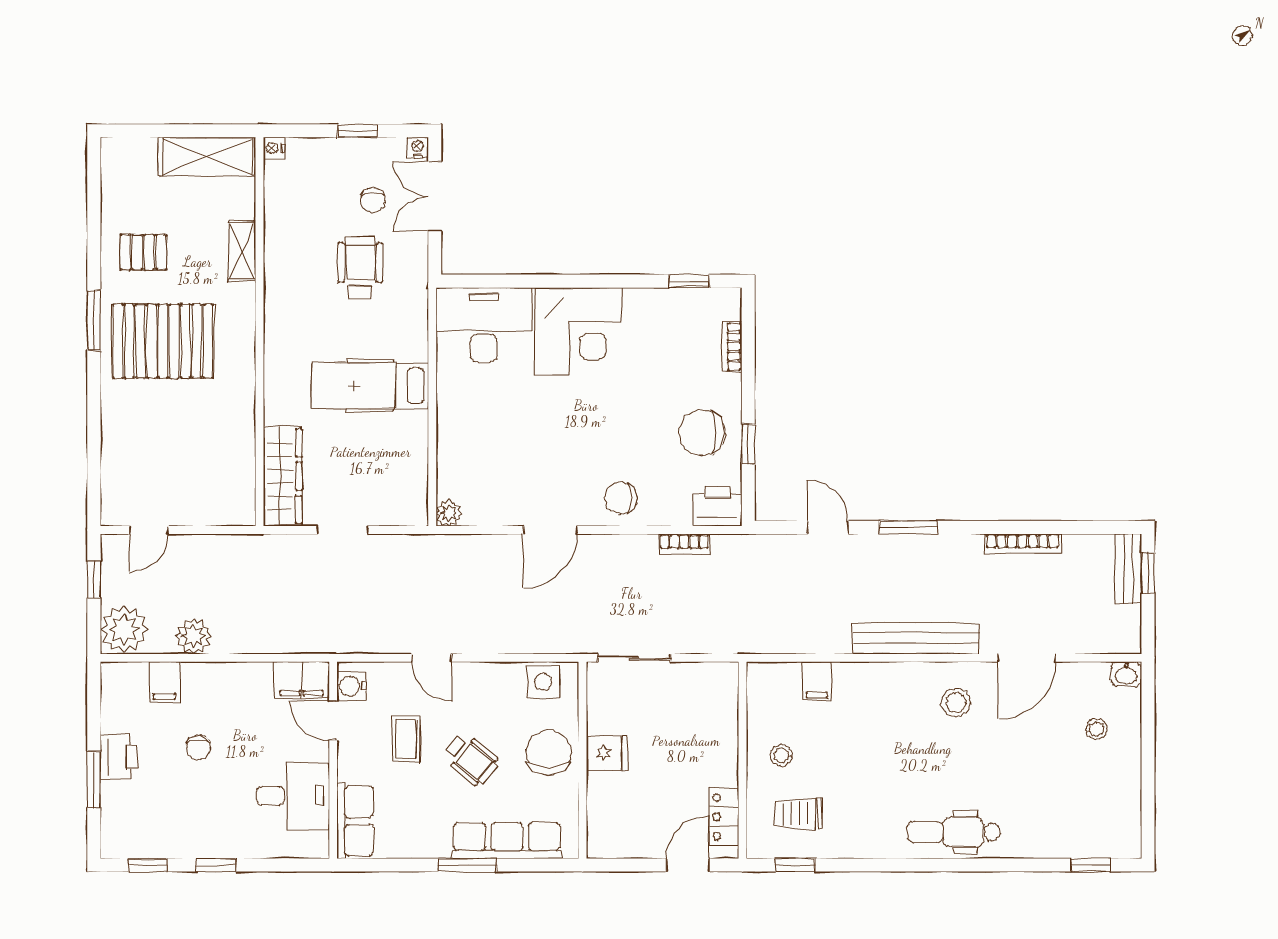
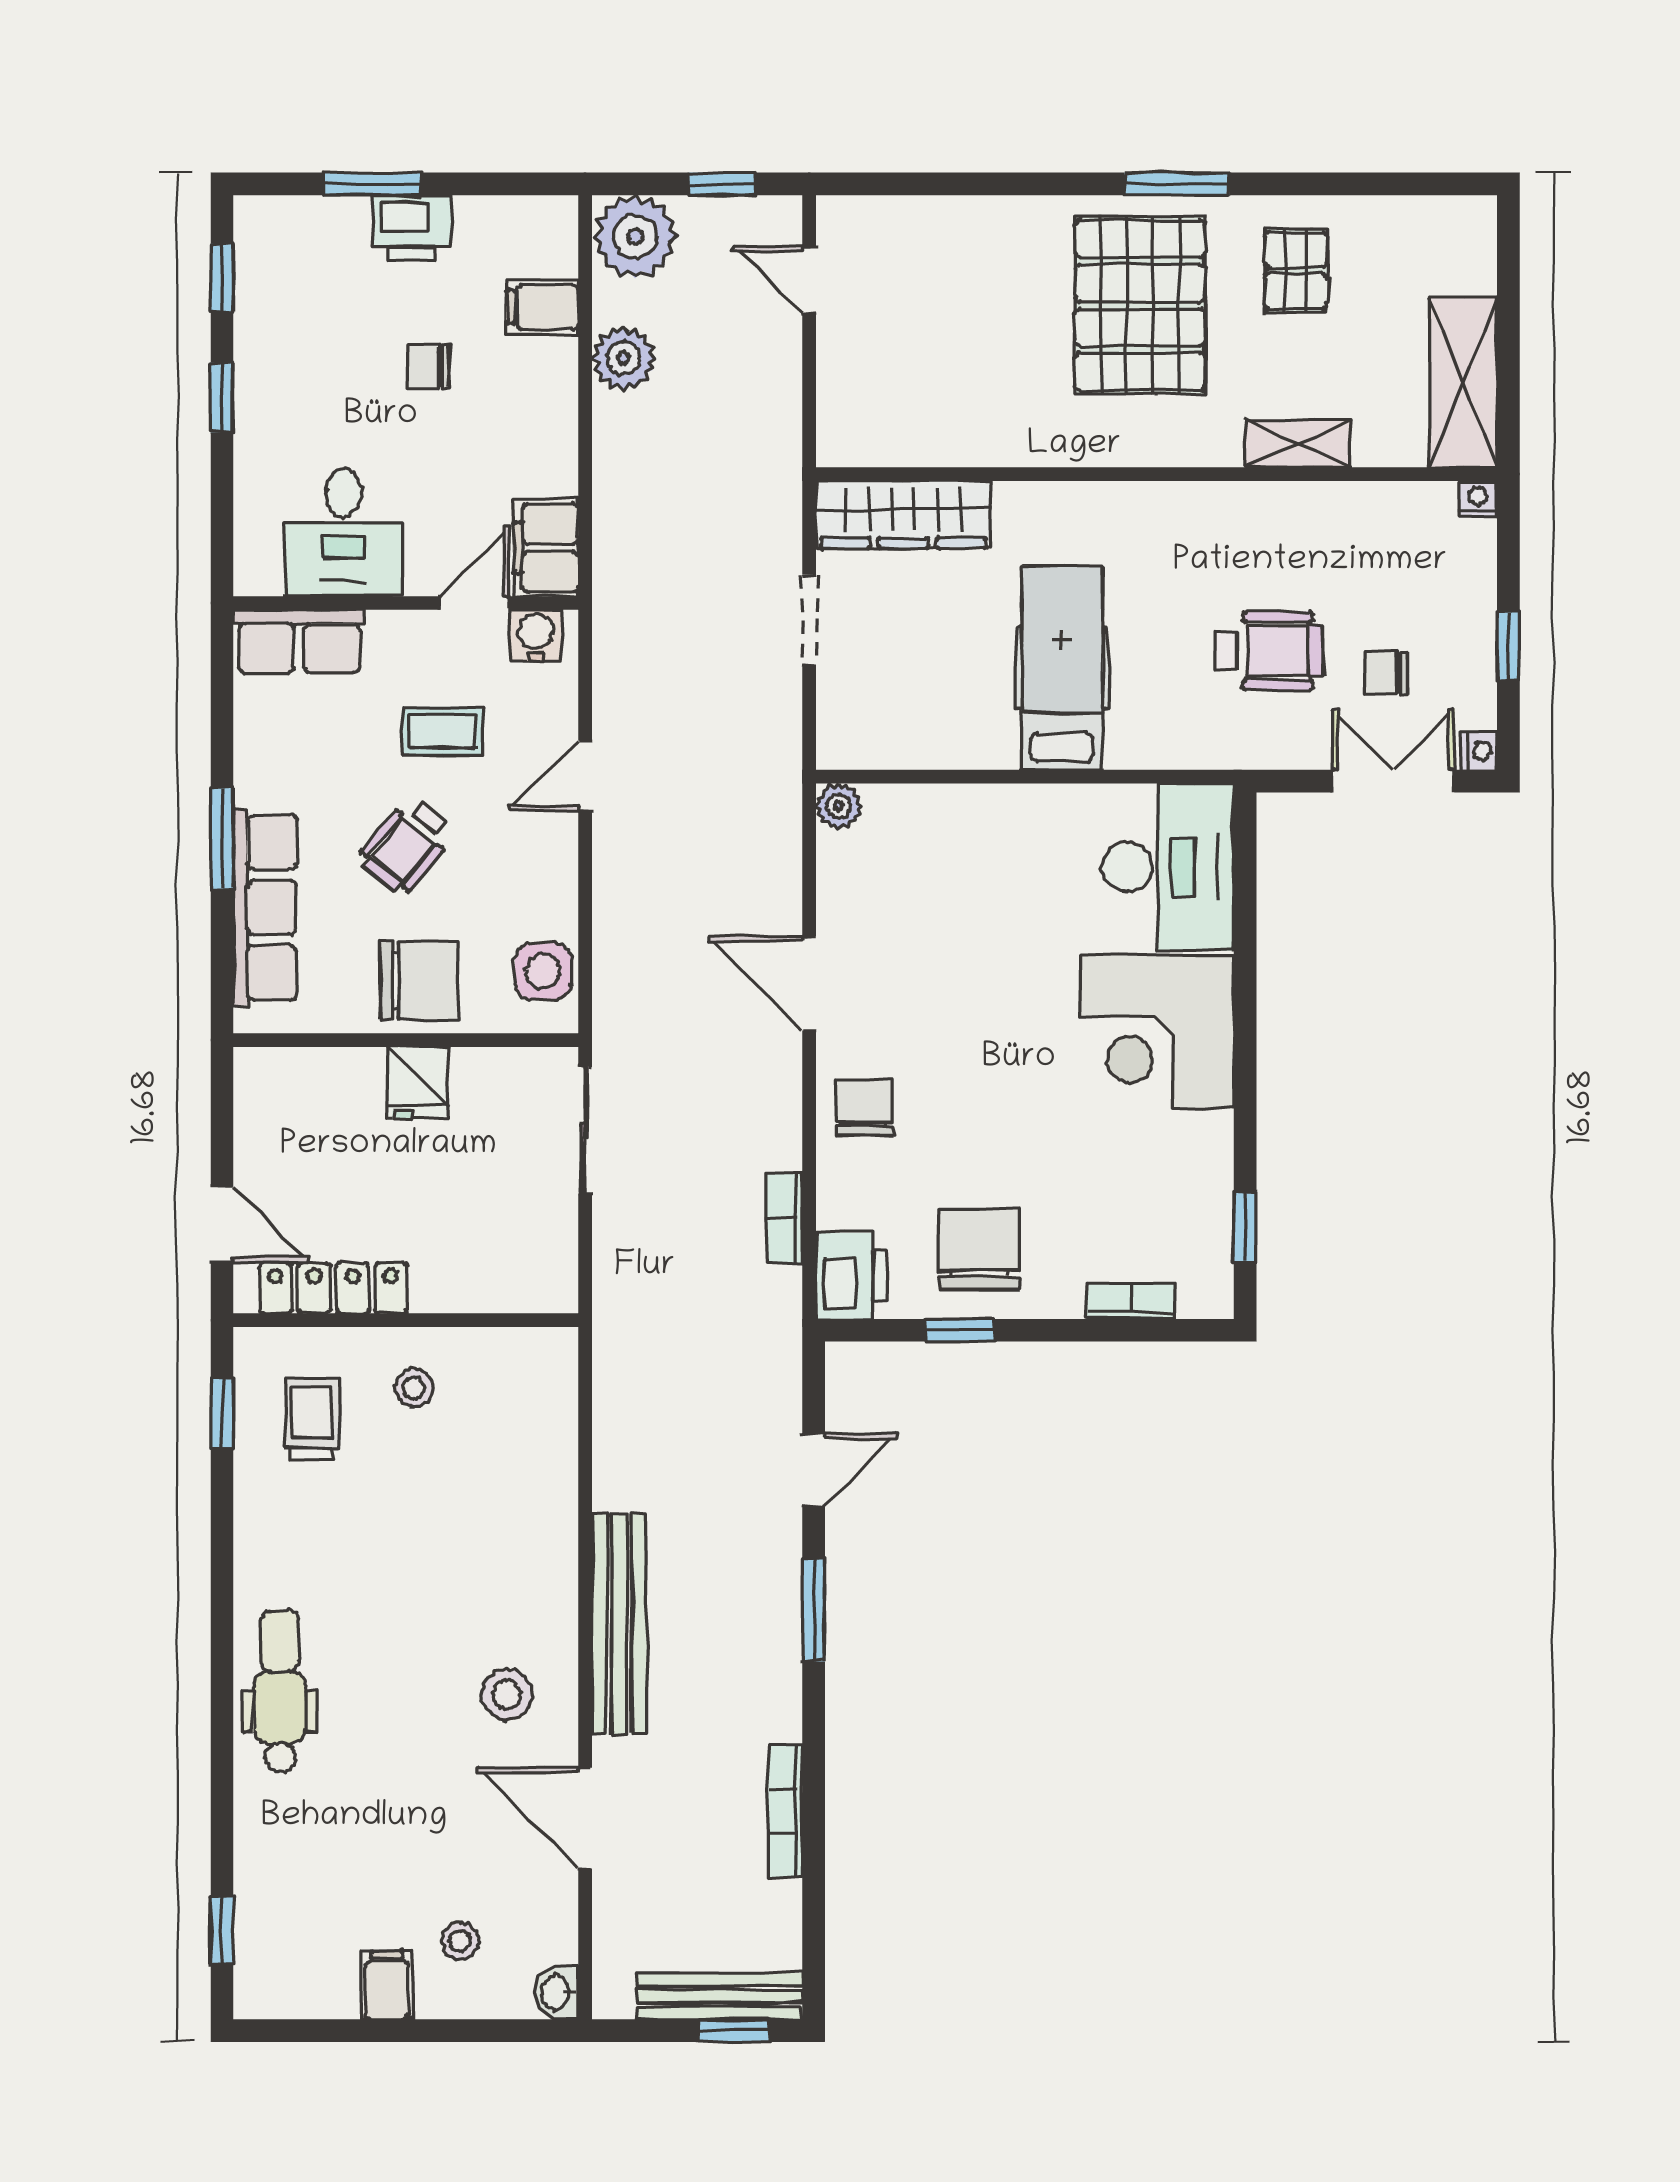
bench: (1128, 568) -> (720, 1996), width x1.36
filing cabinet: (817, 681) -> (387, 1985), moved, turned 90
locker: (724, 817) -> (333, 1288), width x1.53

